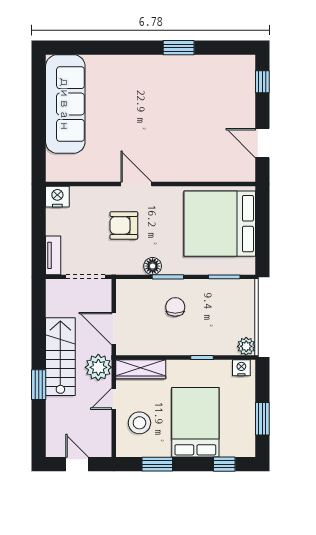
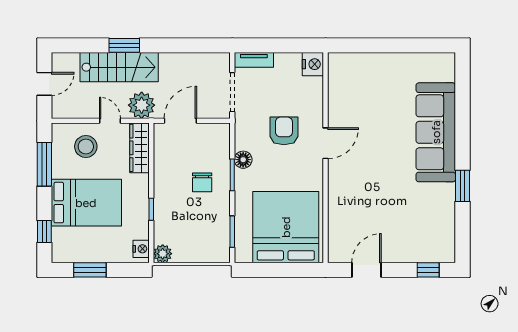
sofa: (65, 104) -> (436, 132), moved, turned 90
chair: (175, 307) -> (202, 182), turned 90
stairs: (60, 357) -> (119, 67), moved
window: (157, 464) -> (44, 164), width x1.44

